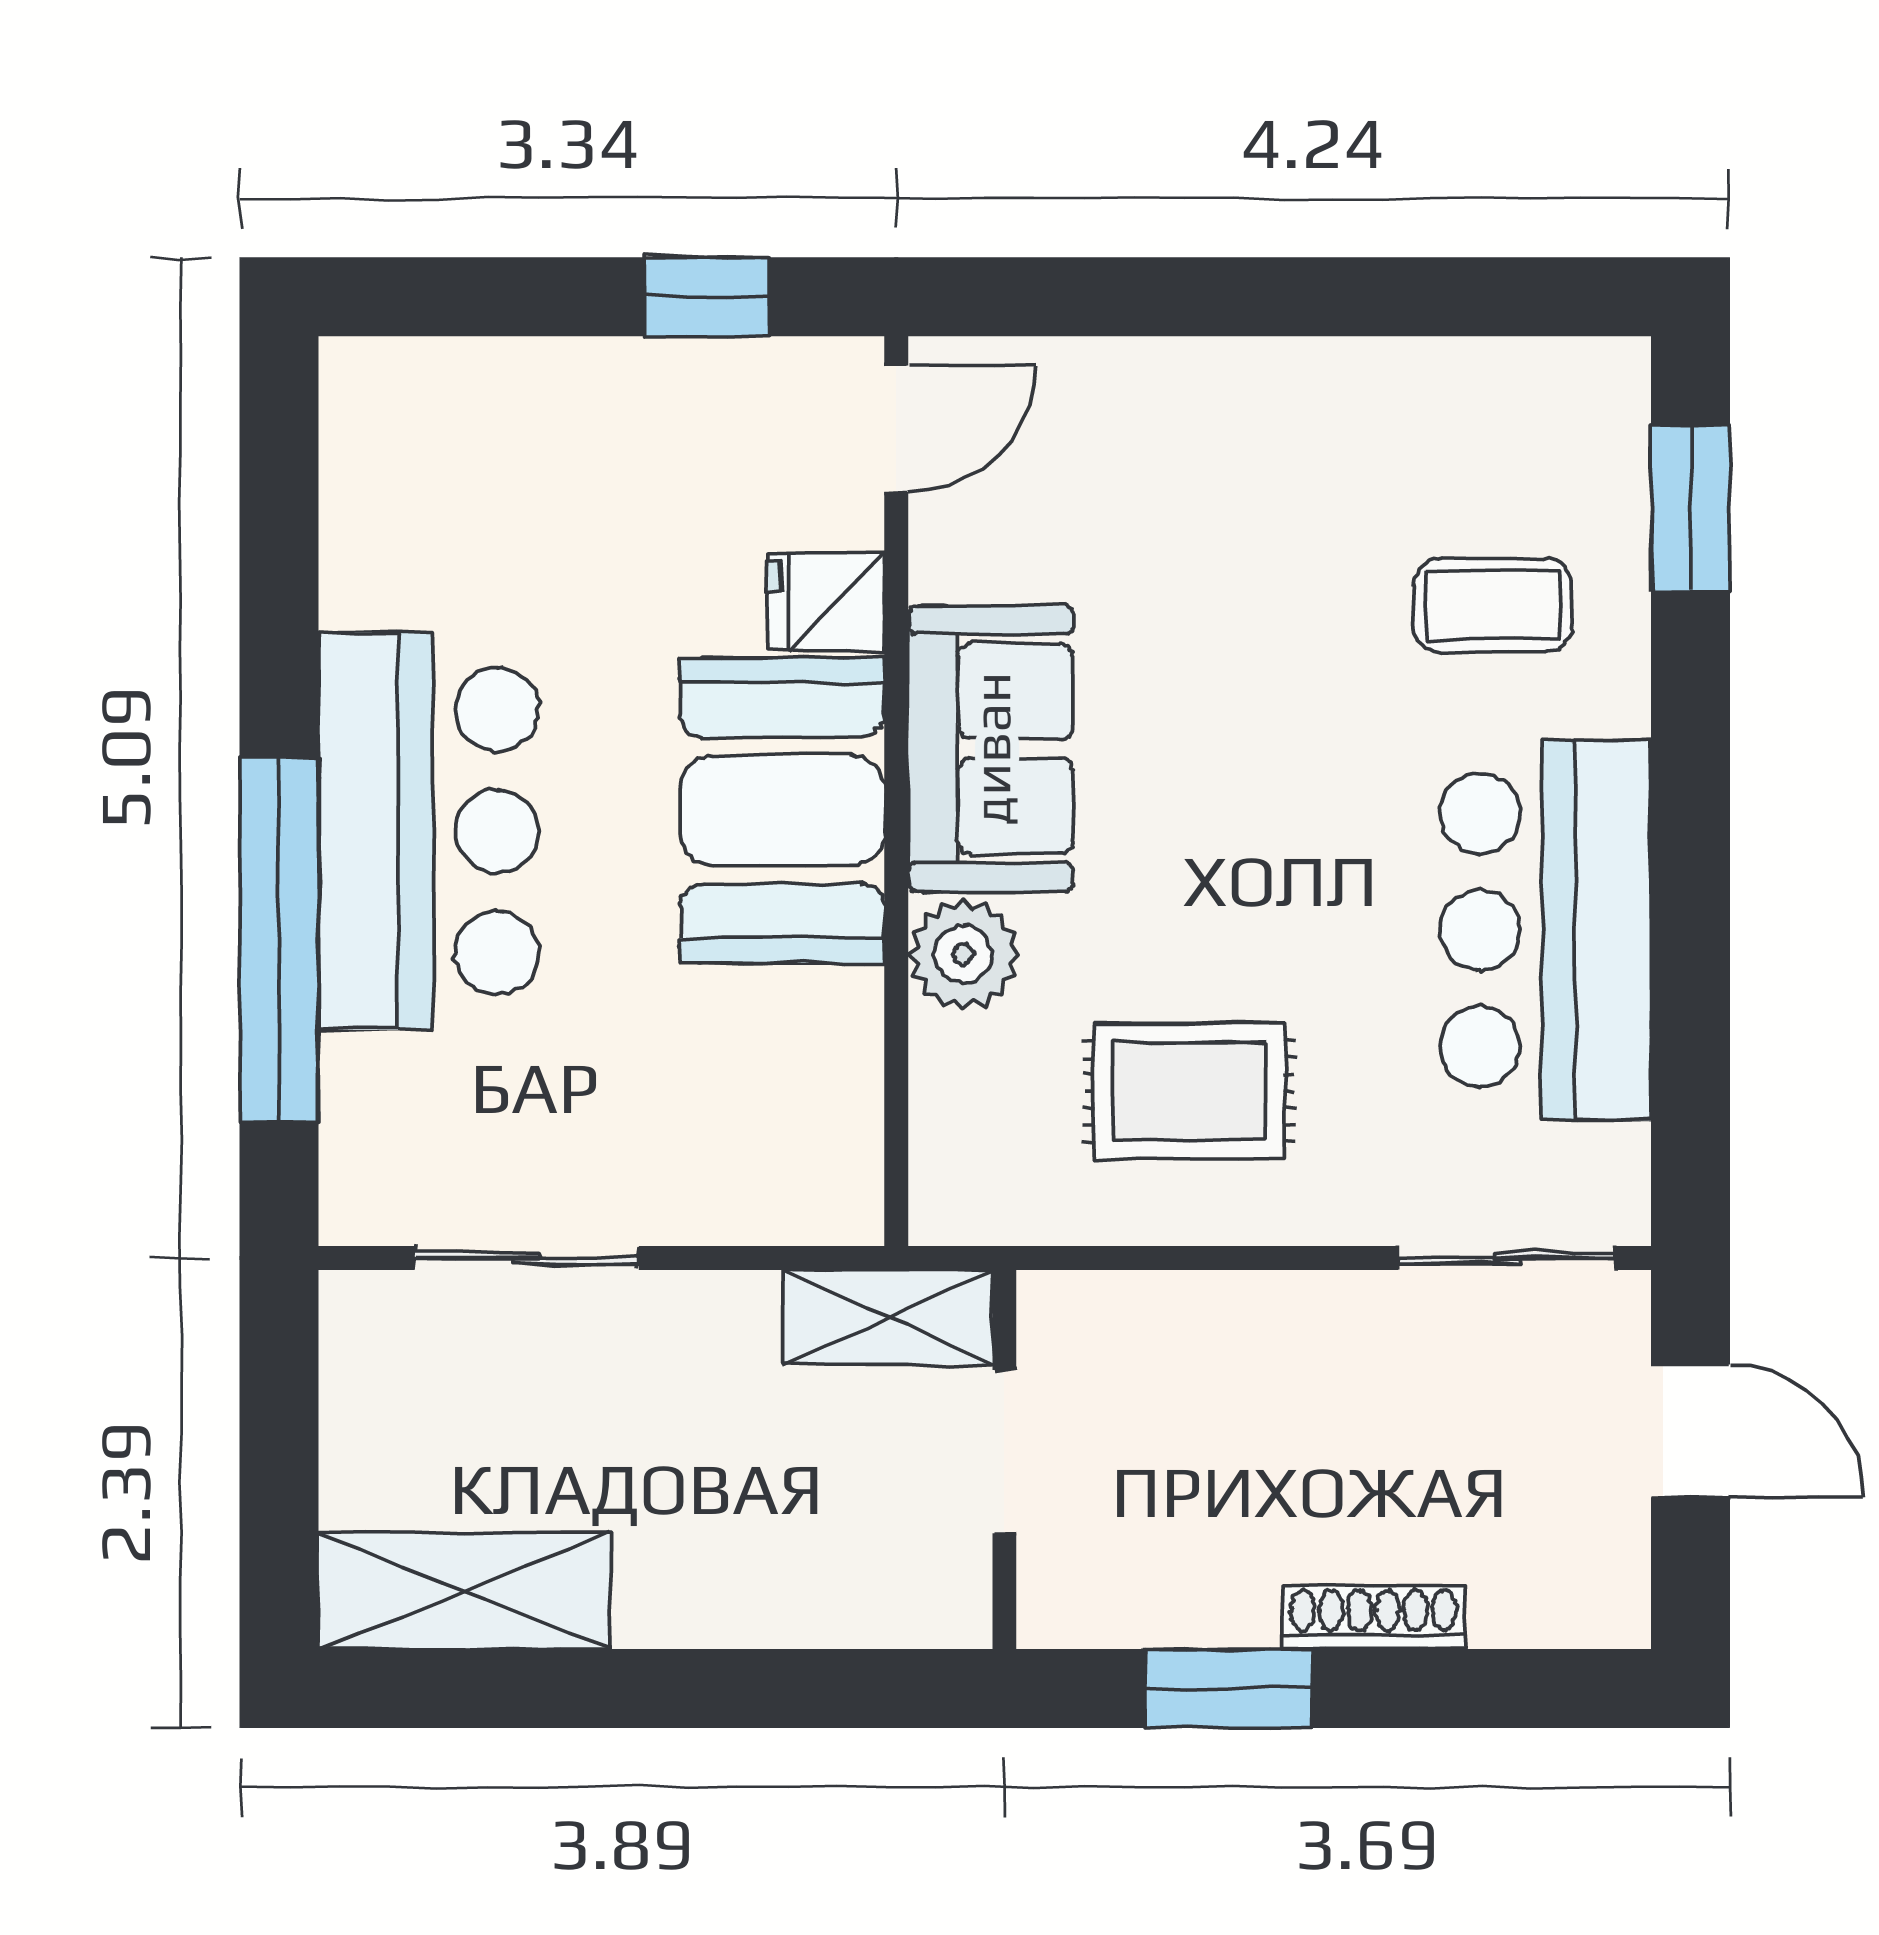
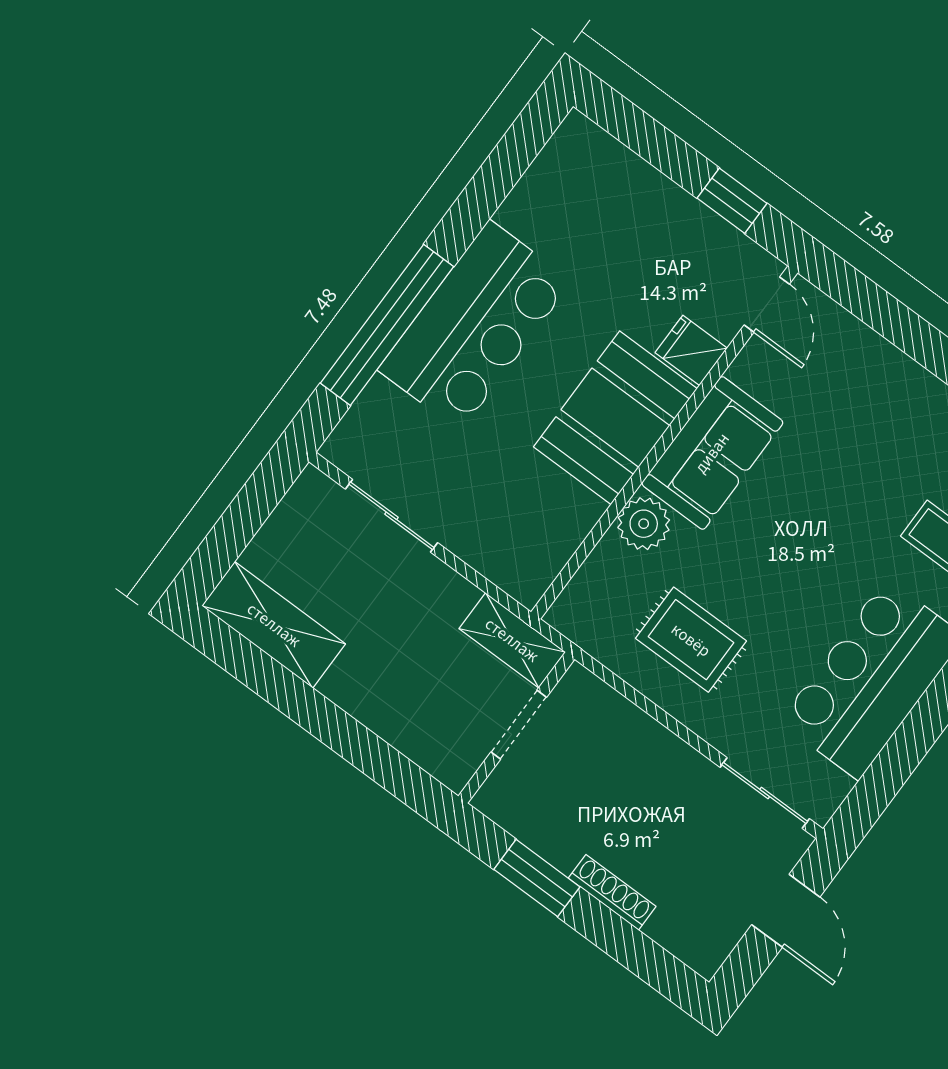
door: (896, 429) -> (767, 305), hinge flipped

